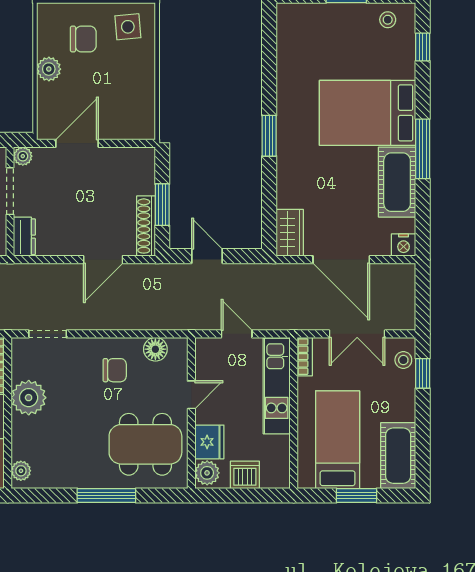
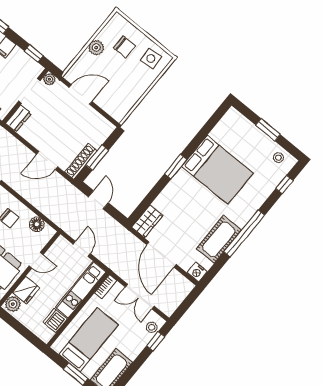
bed: (368, 113) -> (217, 170), moved, turned 180
window: (423, 149) -> (244, 233), width x1.46
dishwasher: (245, 475) -> (55, 321), moved, turned -90

